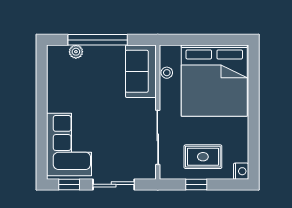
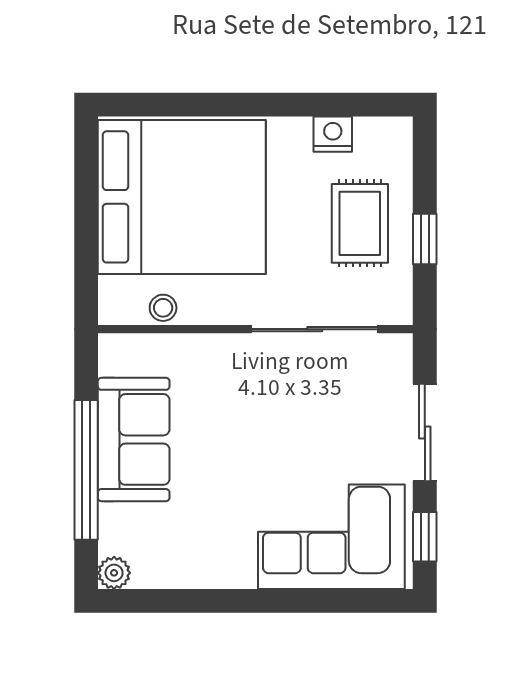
plant: (76, 52) -> (114, 573), moved
sofa: (141, 71) -> (134, 439), moved, turned -90
nightstand: (241, 171) -> (333, 134), moved

